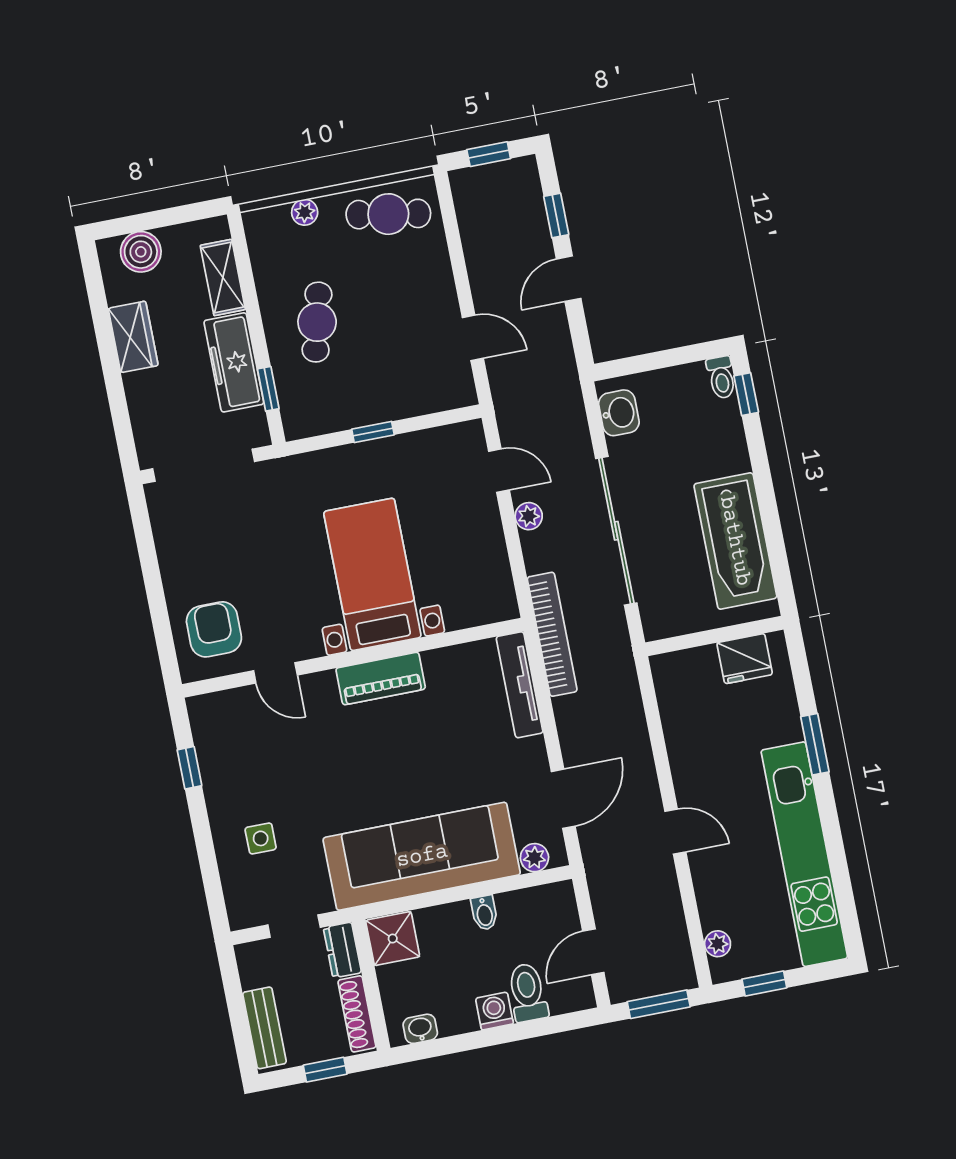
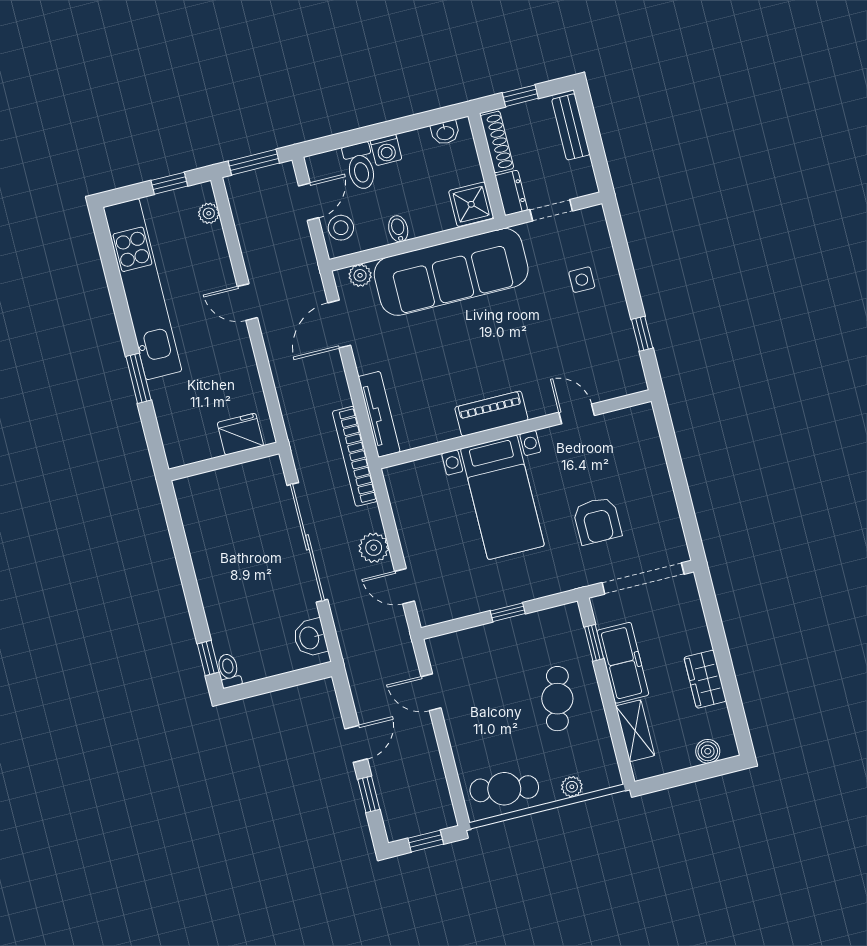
boiler: (141, 252) -> (708, 751), width x0.73, depth x0.73
plant: (529, 516) -> (374, 548), width x1.38, depth x1.38
bathtub: (735, 541) -> (211, 539), removed
armchair: (214, 629) -> (597, 521), moved
fridge: (745, 659) -> (240, 434), moved
stool: (555, 918) -> (341, 228), added

